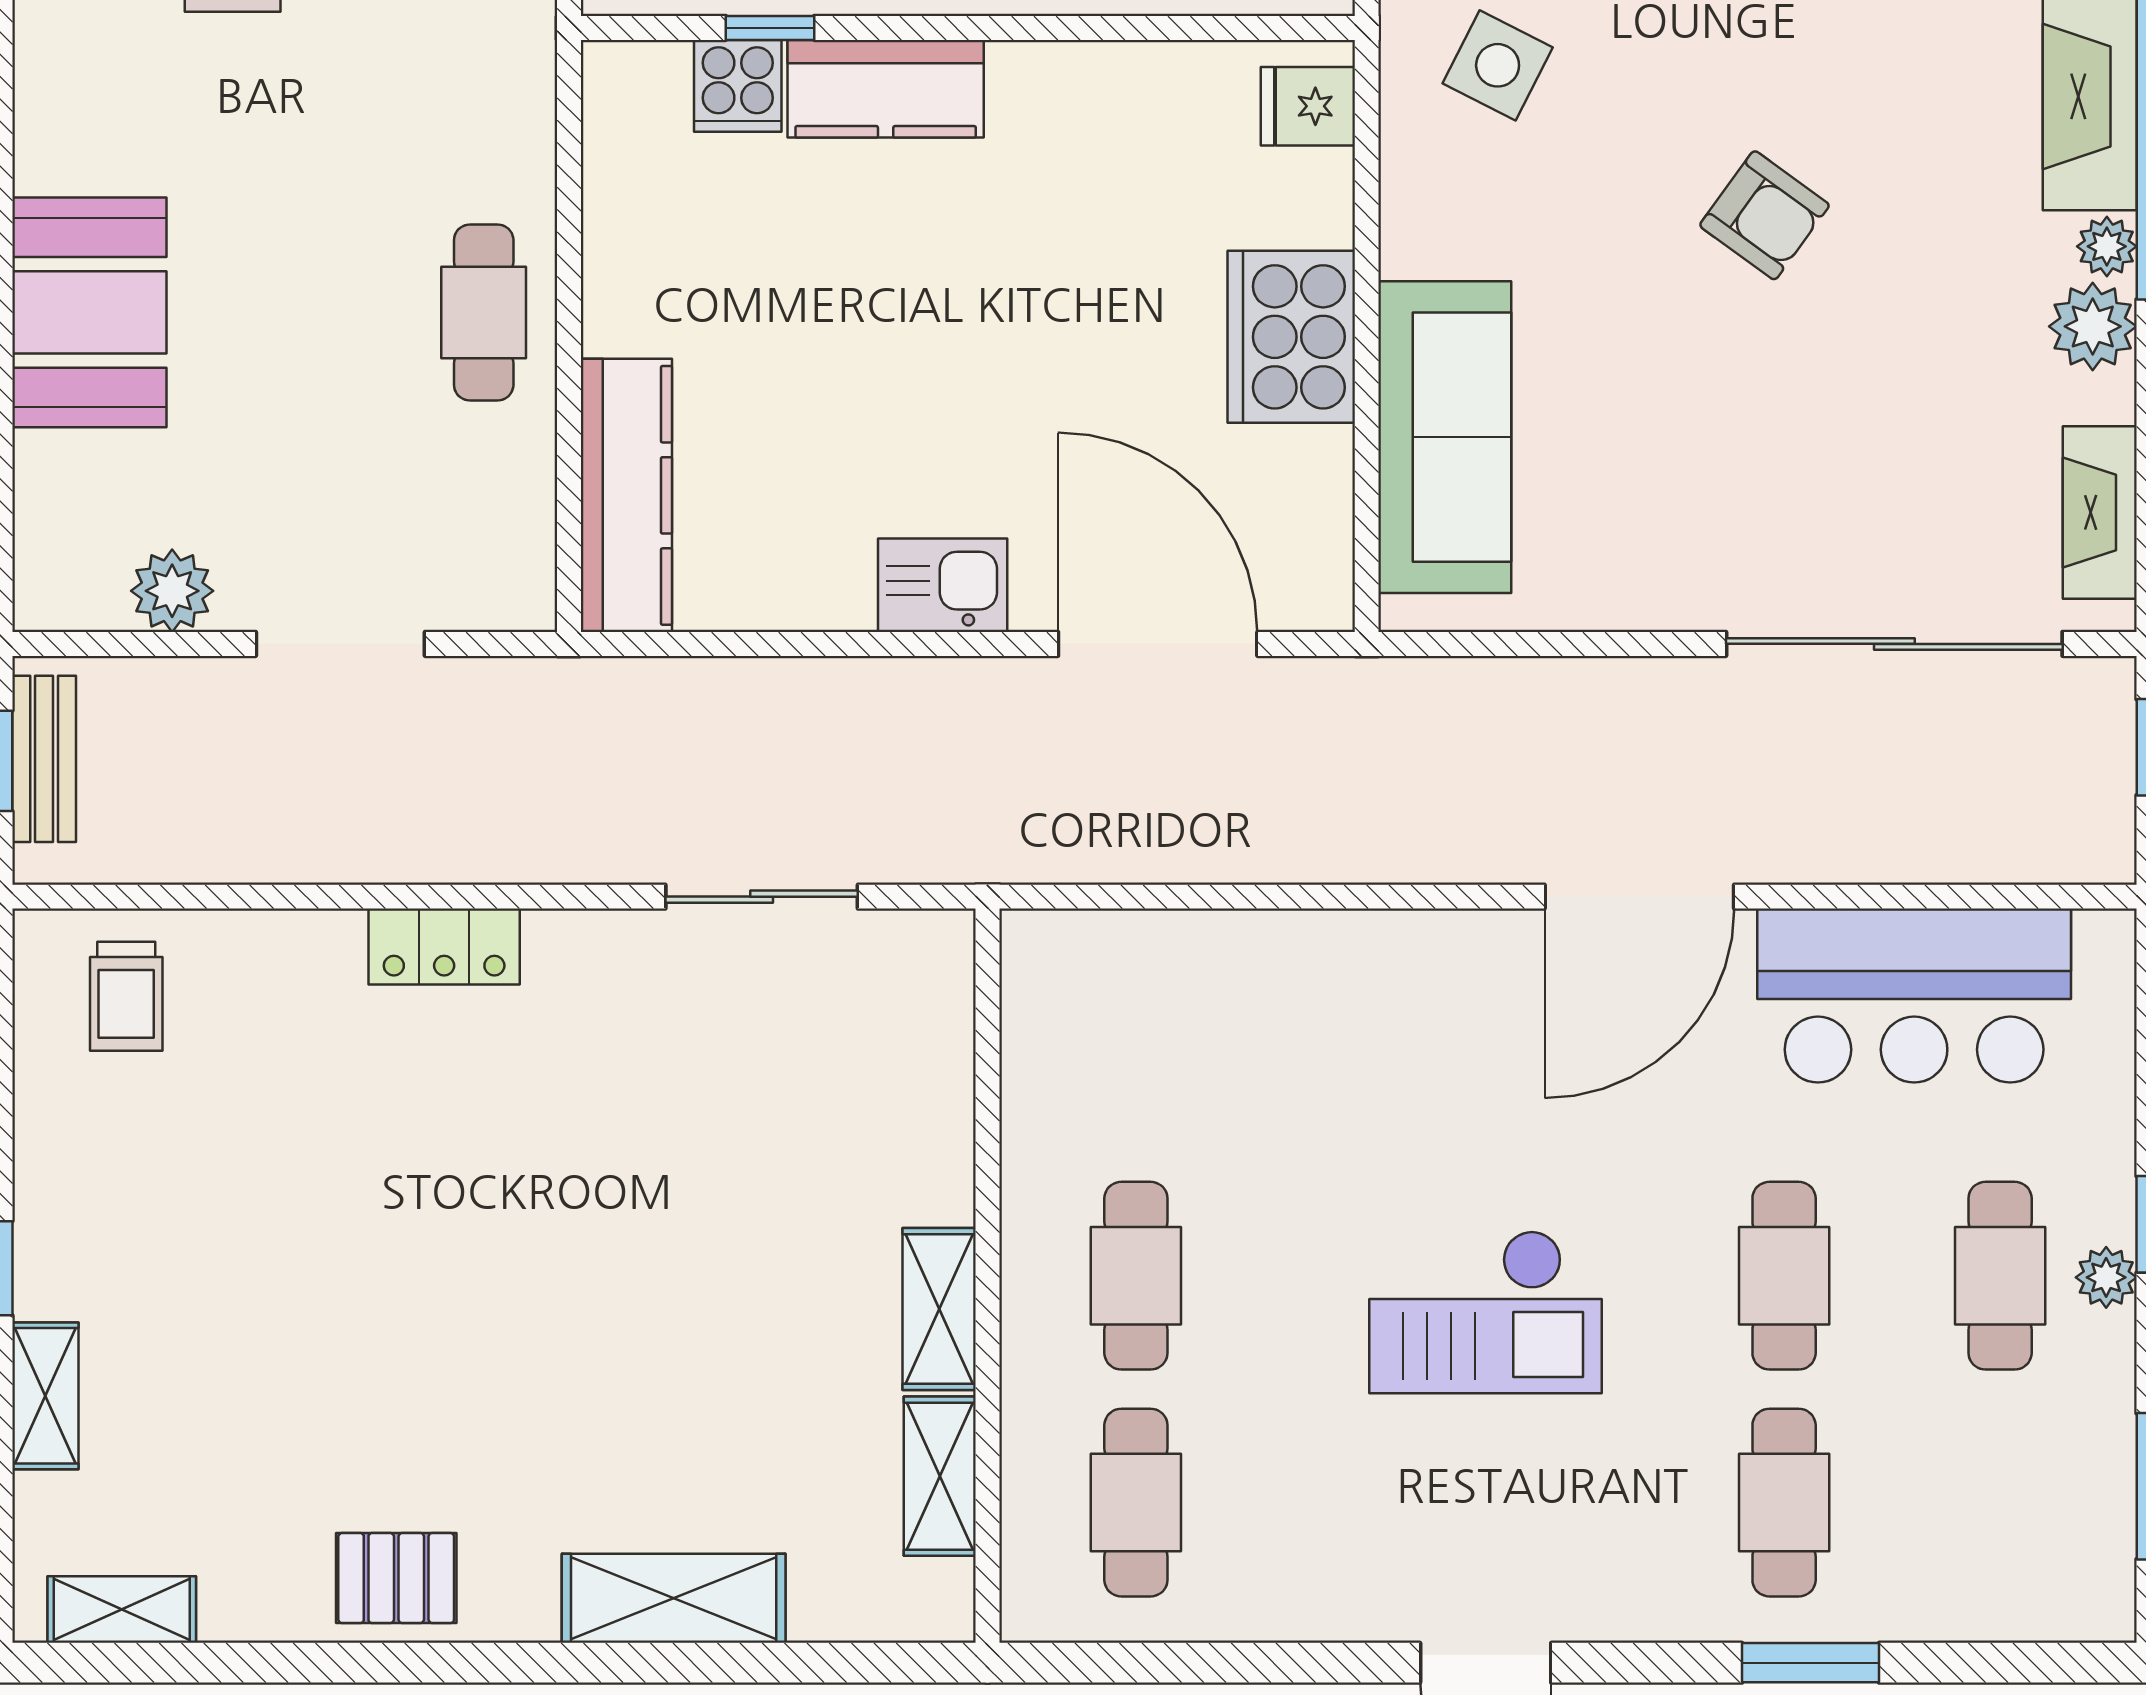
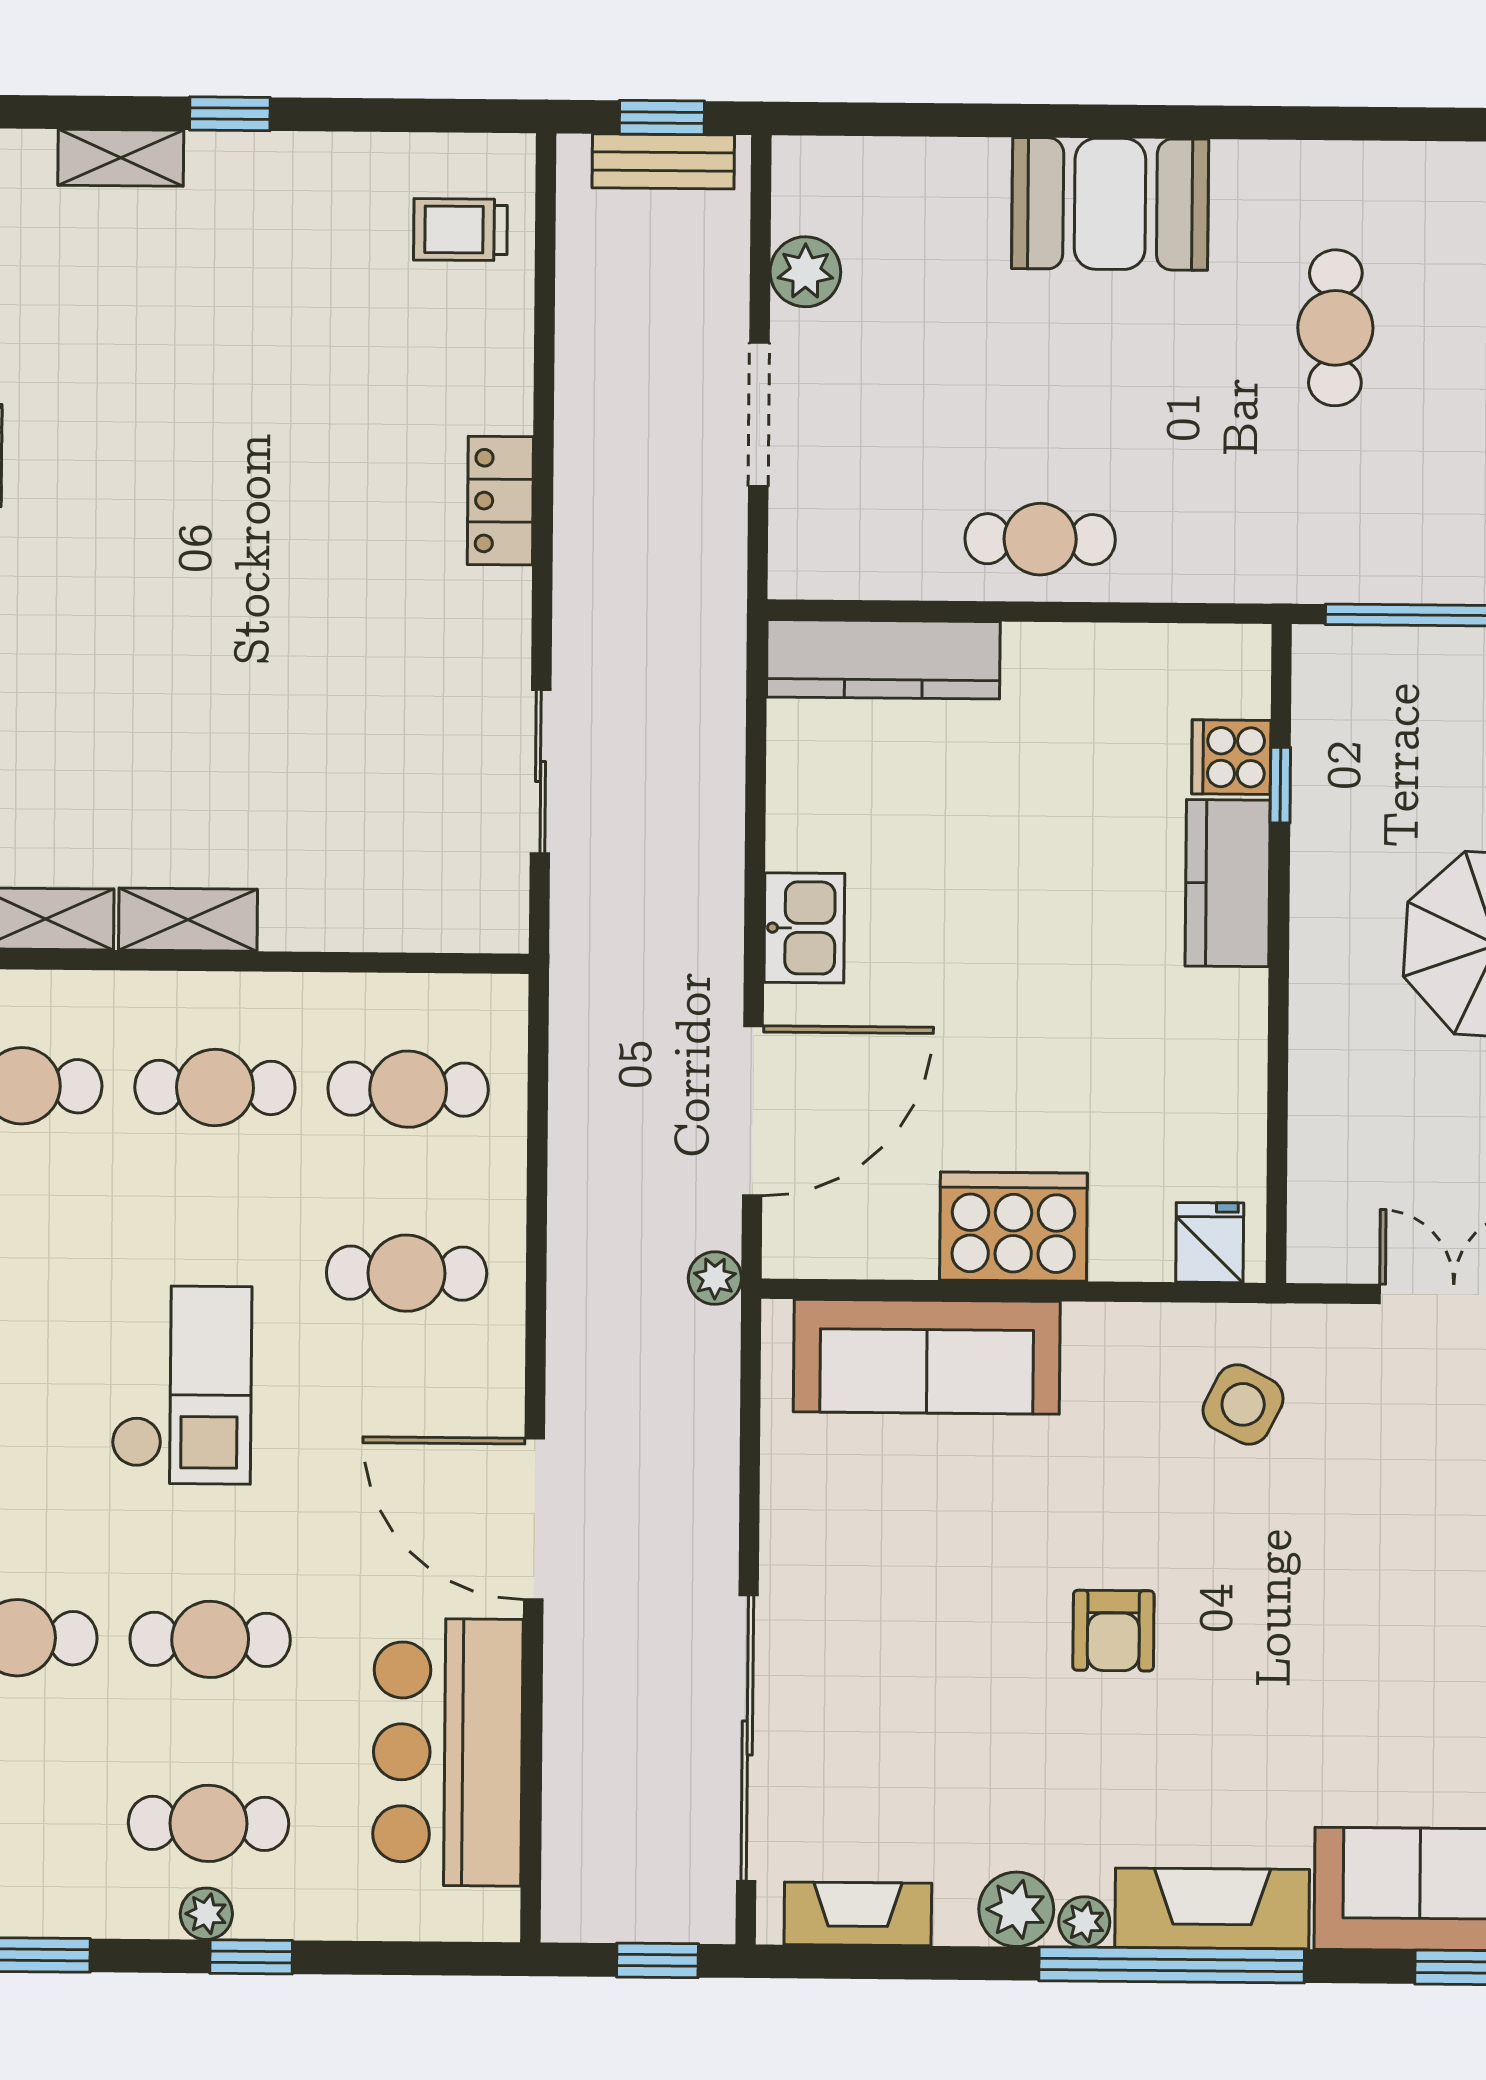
armchair: (1764, 215) -> (1113, 1631), turned -36
booth: (89, 312) -> (1110, 204), moved
plant: (1355, 687) -> (715, 1278), added
cafe table: (1136, 1049) -> (408, 1089), added
cafe table: (1352, 1049) -> (407, 1273), added
checkout: (1485, 1312) -> (182, 1385), turned 180

